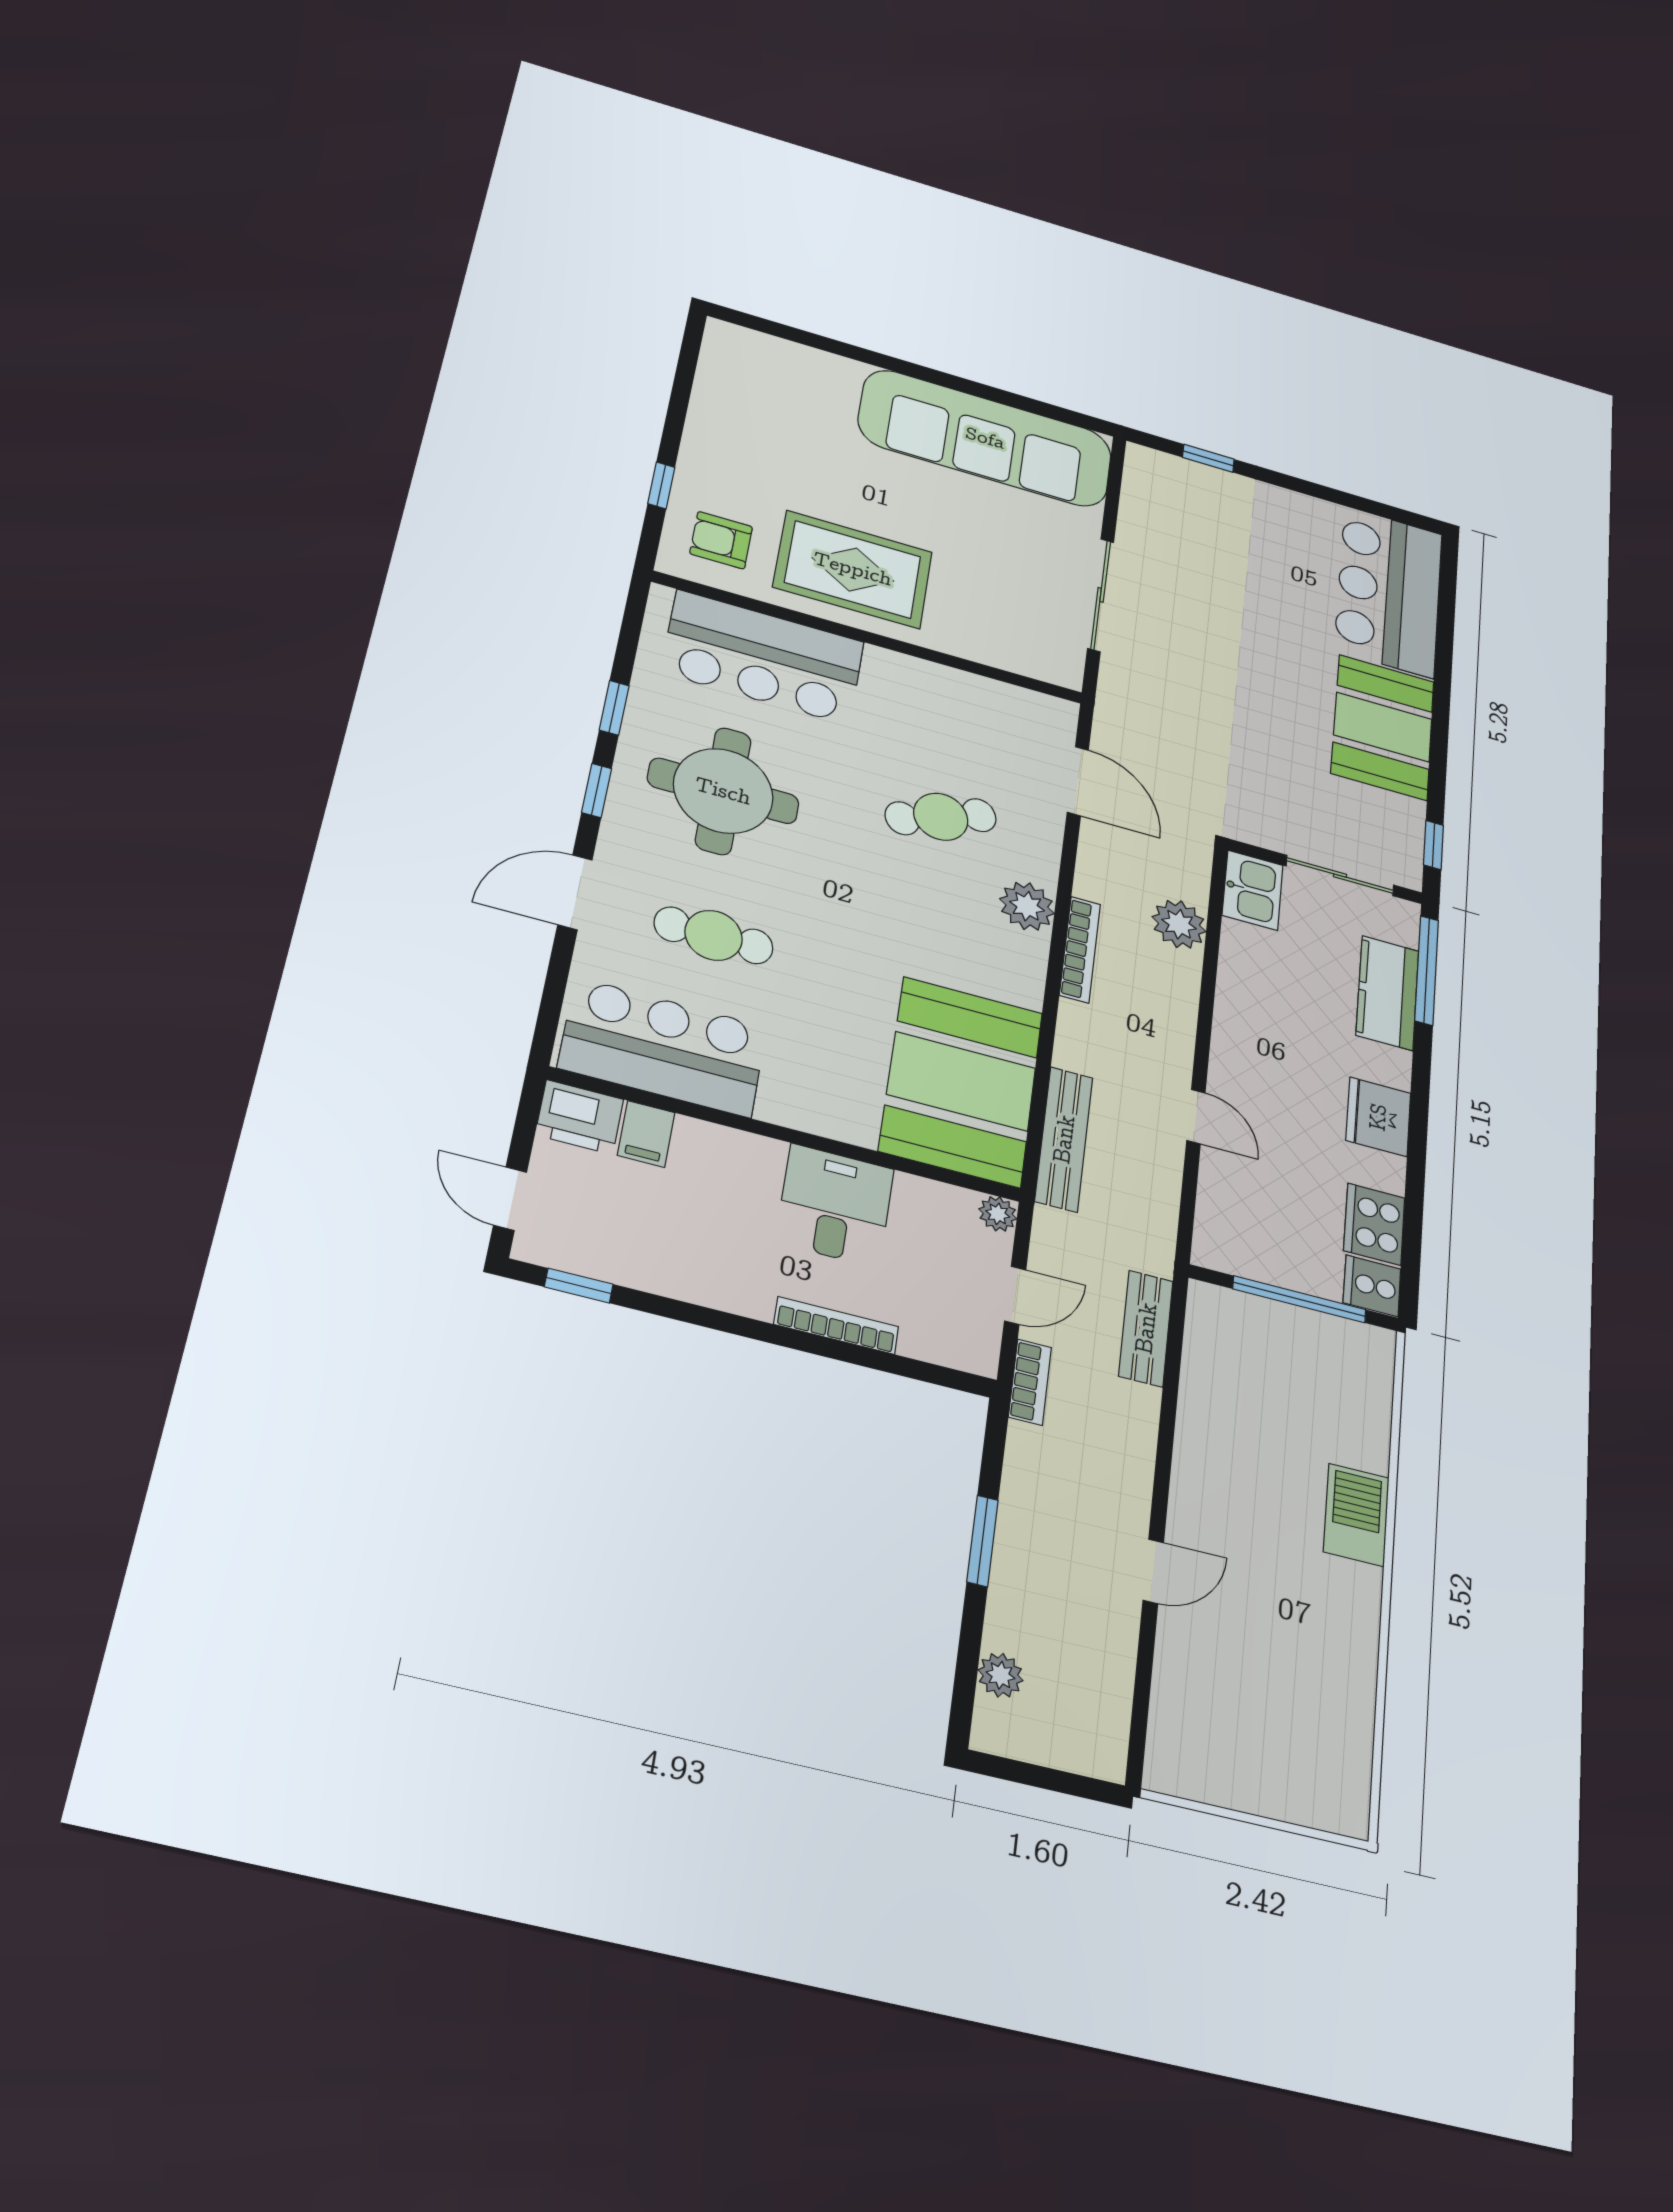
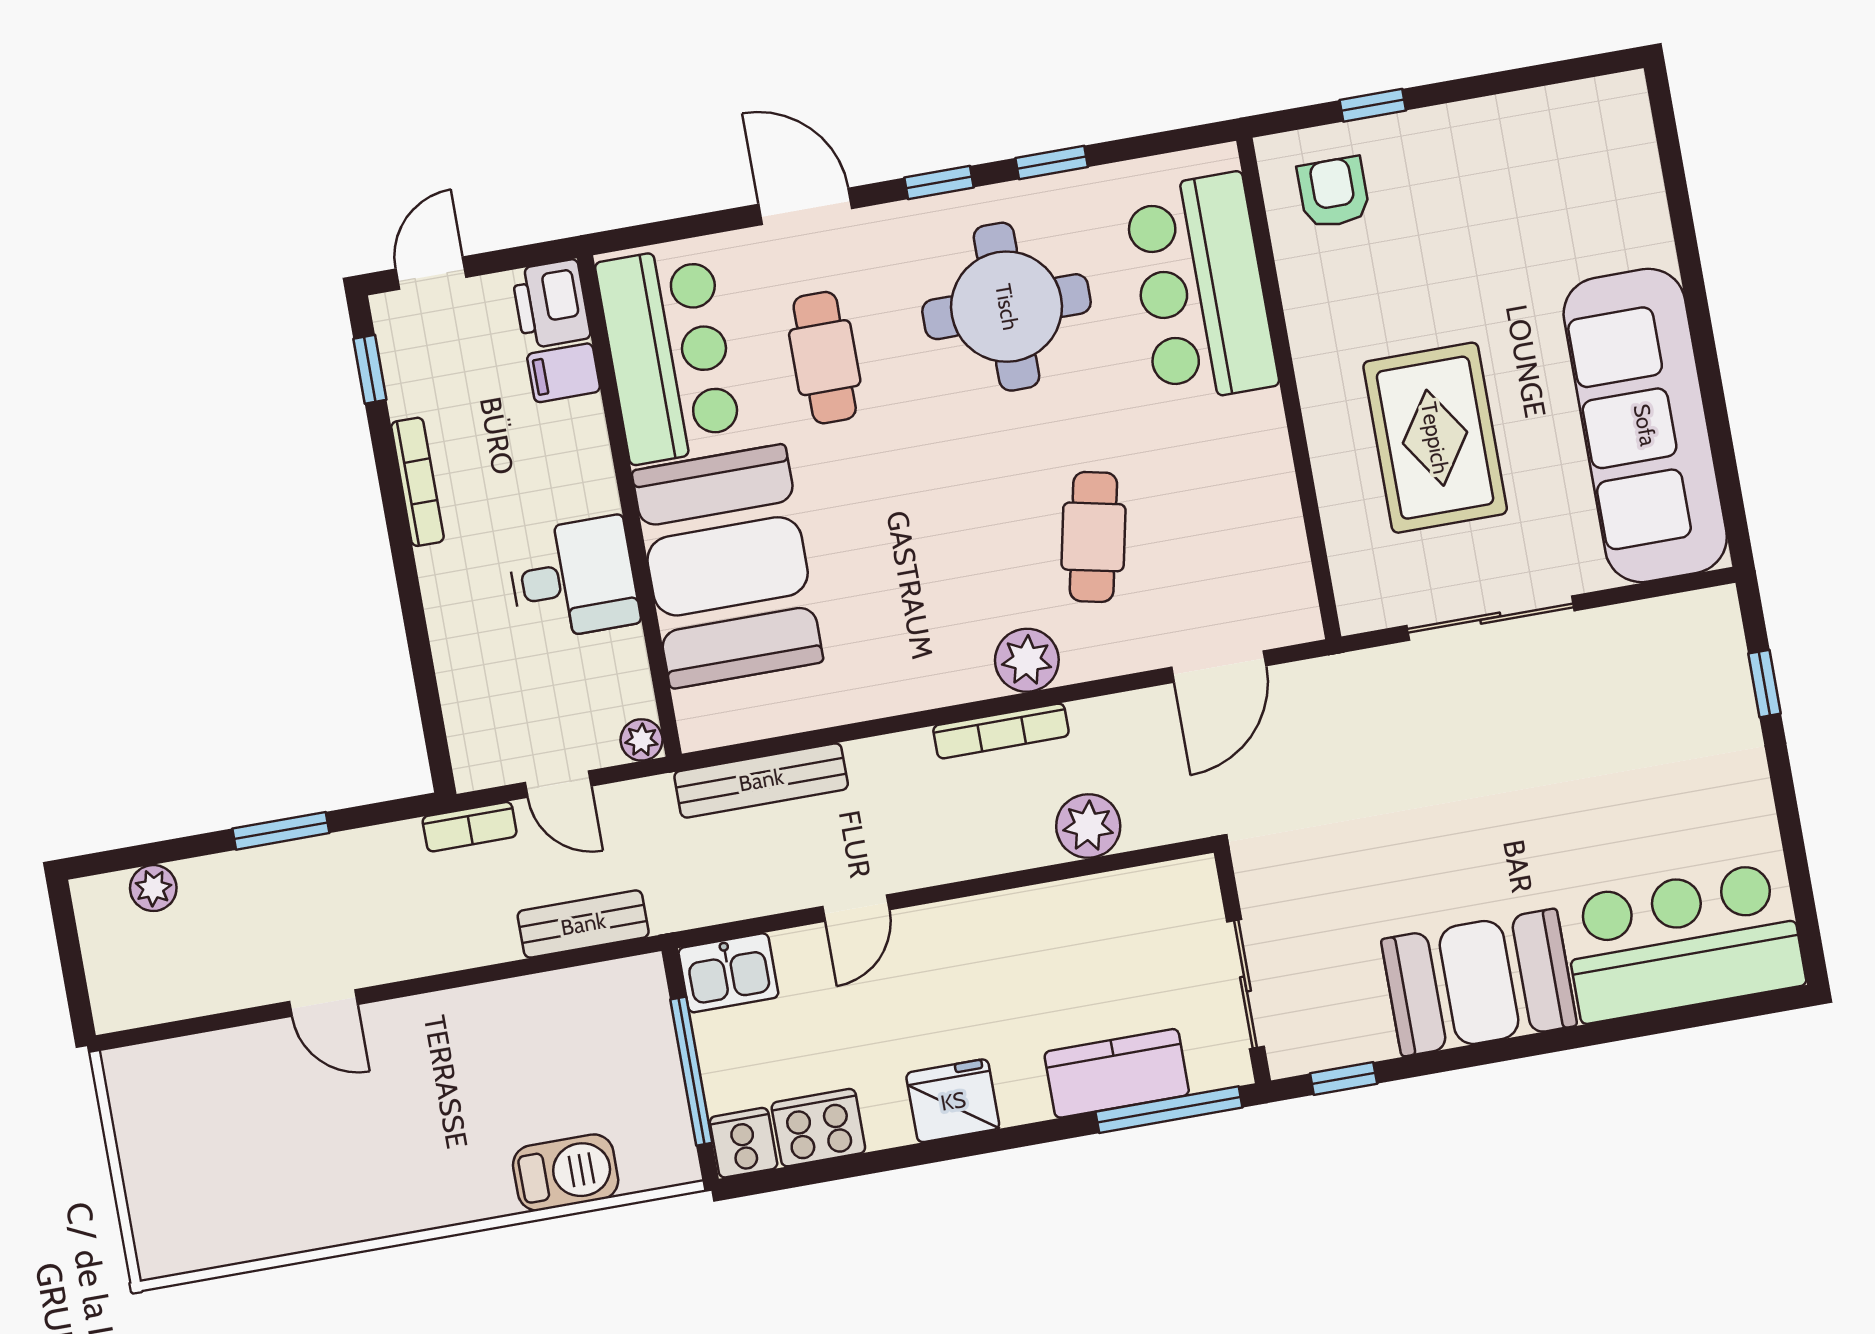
rug: (853, 569) -> (1435, 438), moved
cafe table: (941, 817) -> (1093, 537), turned 33
kitchen sink: (1253, 890) -> (728, 973), moved
booth: (961, 1081) -> (728, 566), moved, turned 90
bookcase: (836, 1325) -> (417, 482), moved
barbecue: (1356, 1515) -> (566, 1172), moved

